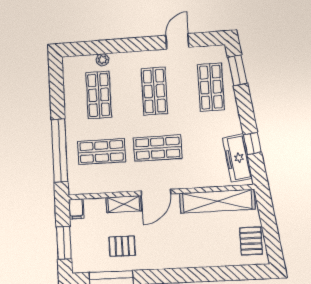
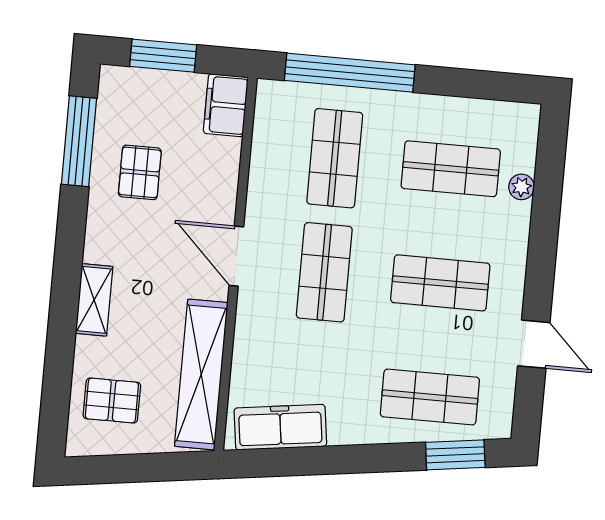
window: (252, 143) -> (305, 461), removed
shelving: (124, 204) -> (94, 300), moved
filing cabinet: (76, 209) -> (226, 105), width x2.00
pallet: (251, 241) -> (112, 400), moved

